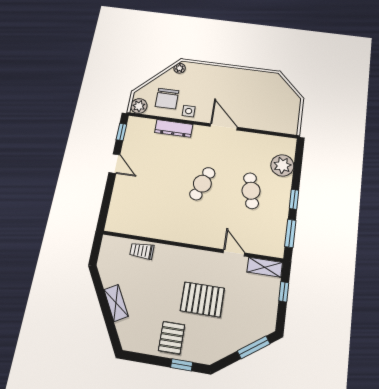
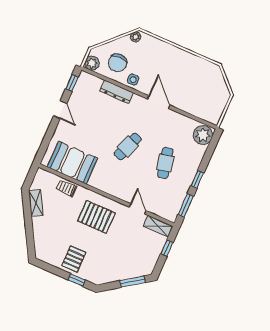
plant: (282, 165) -> (203, 135), moved
booth: (142, 219) -> (72, 163), added
pallet: (202, 299) -> (96, 217), moved
shelving: (116, 303) -> (36, 203), moved

